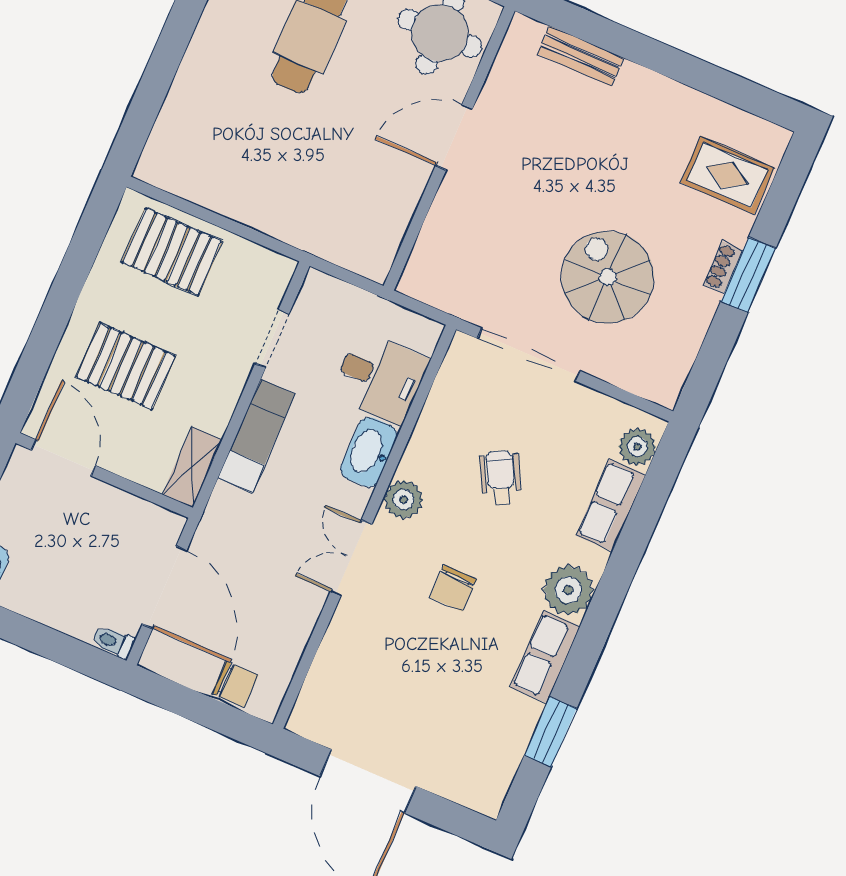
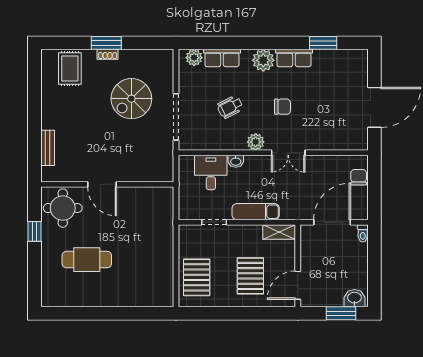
washbasin: (369, 452) -> (236, 161), width x0.52, depth x0.69

